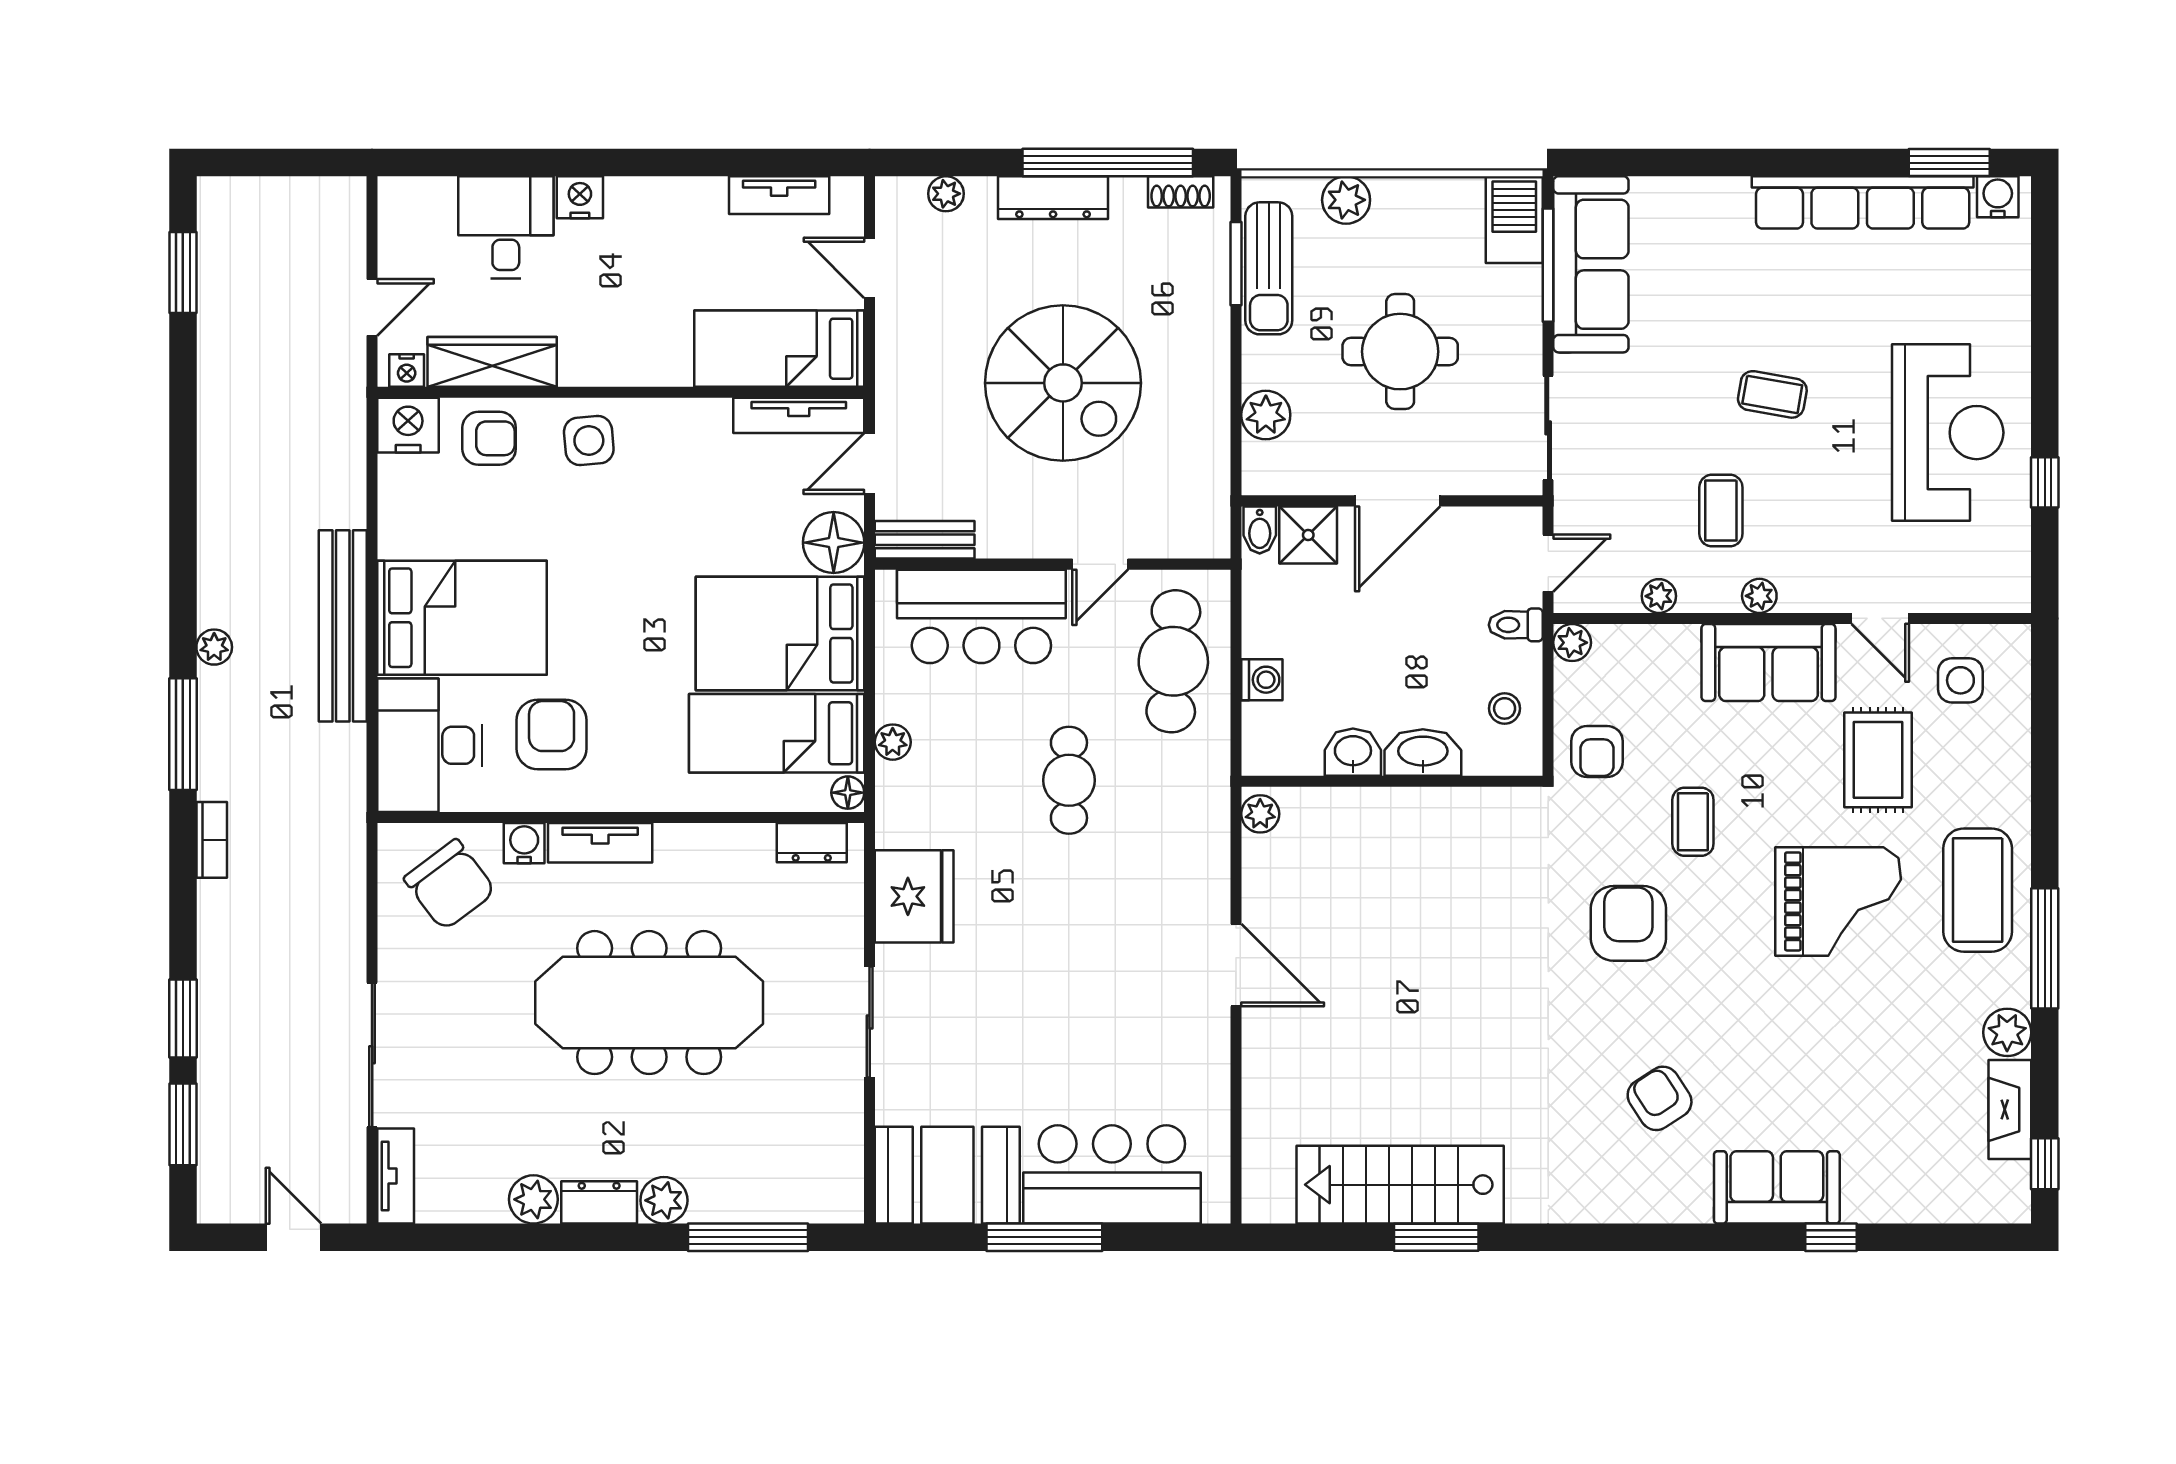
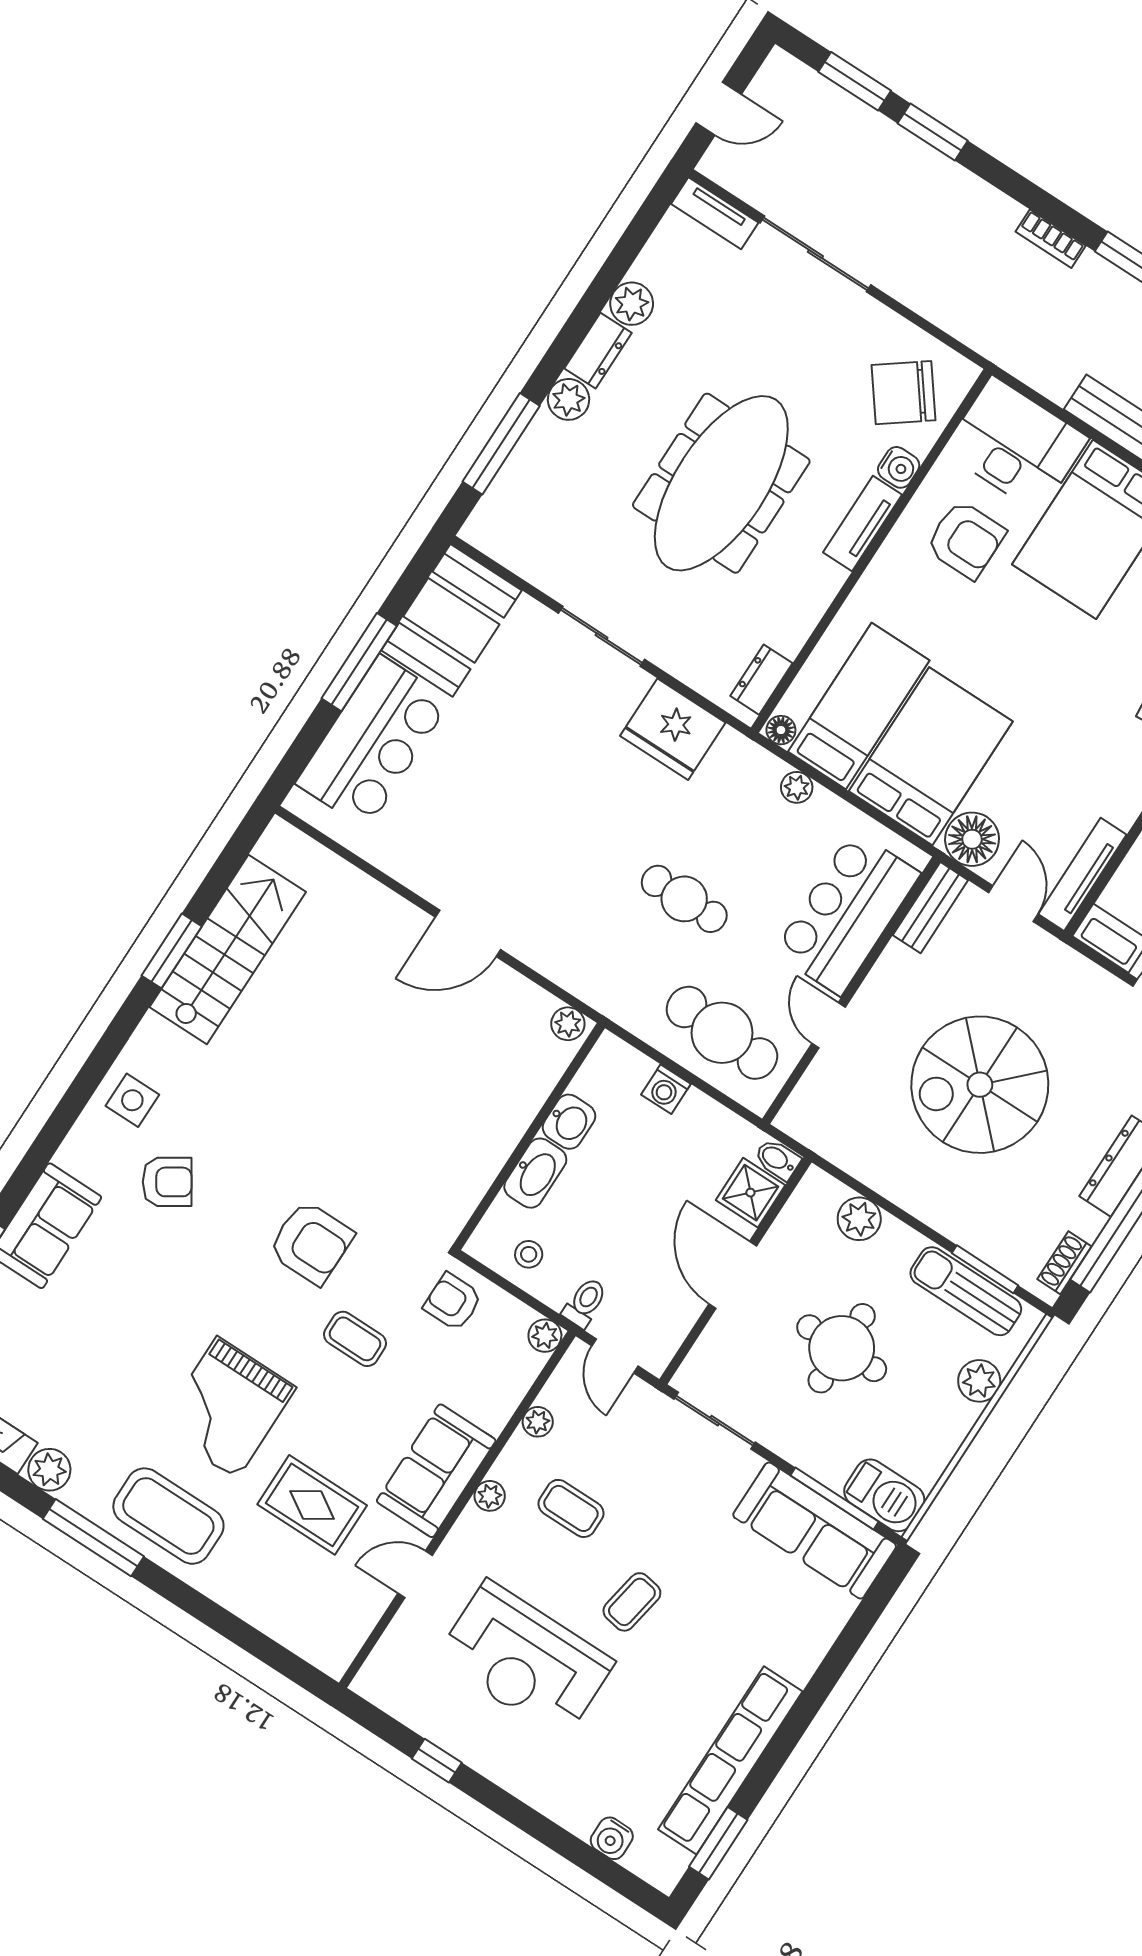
water cooler: (1998, 197) -> (612, 1838), moved, turned 90
reception desk: (1948, 433) -> (525, 1660), moved
side table: (1960, 680) -> (132, 1100), moved

